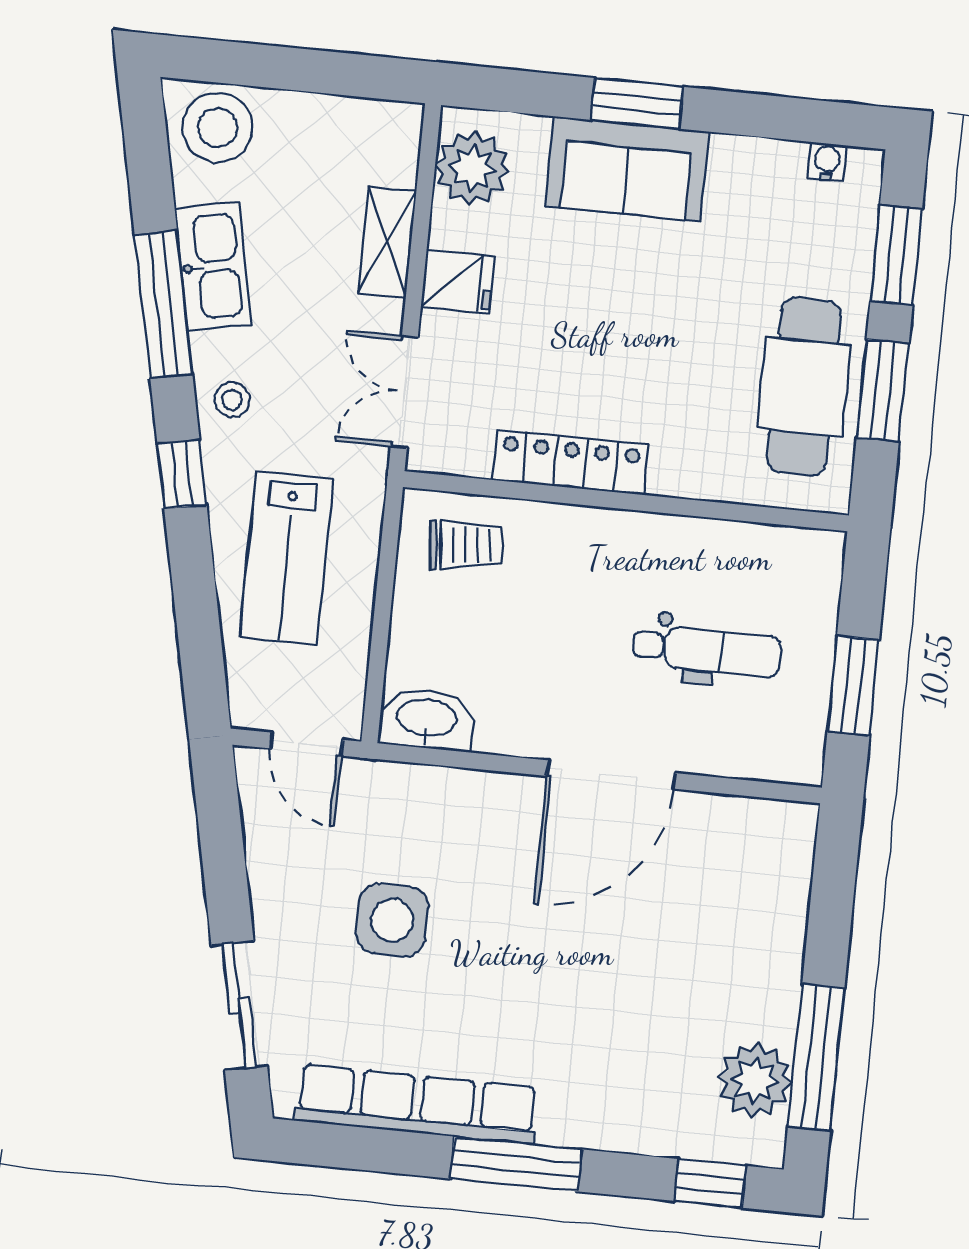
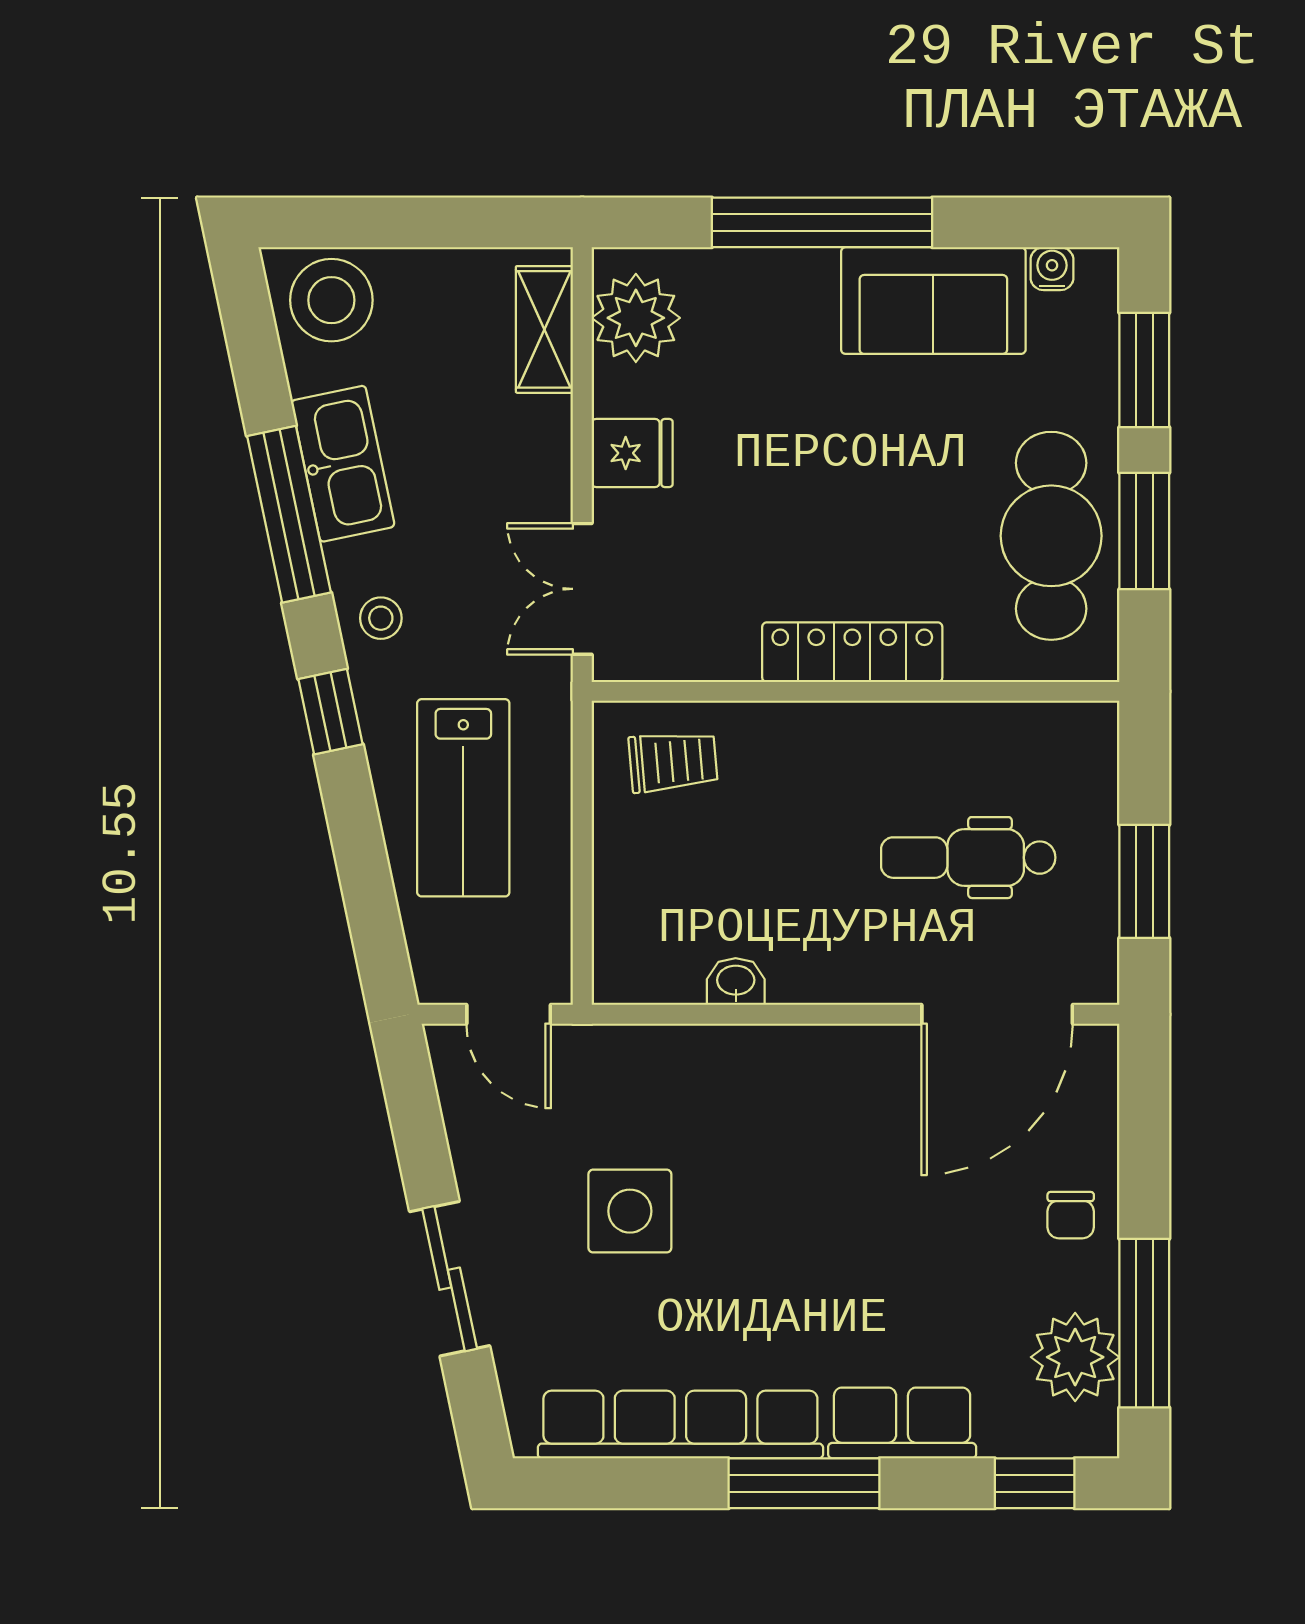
window: (637, 103) -> (822, 222), width x2.11
sofa: (627, 169) -> (933, 301), moved
shelving: (387, 242) -> (544, 329), moved
locker: (570, 462) -> (852, 652), moved
dental chair: (707, 651) -> (968, 858), turned 180
washbasin: (427, 719) -> (736, 982), moved, width x0.52, depth x0.69
door: (611, 774) -> (997, 1014), moved
chair: (763, 961) -> (1071, 1215), added
sliding door: (239, 1006) -> (450, 1279), moved
row of seats: (604, 1121) -> (902, 1423), added

